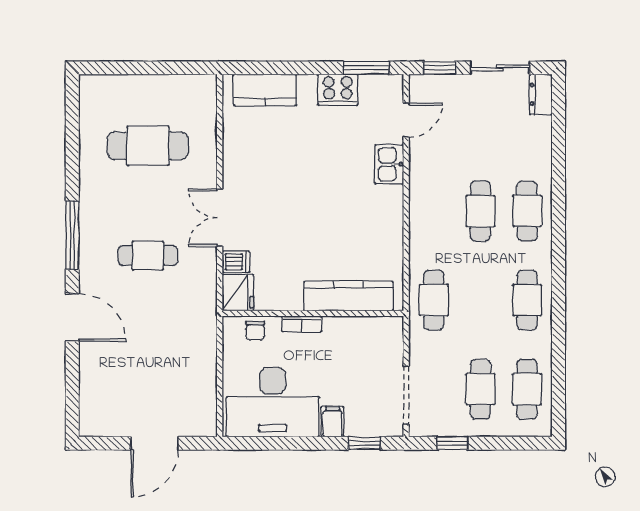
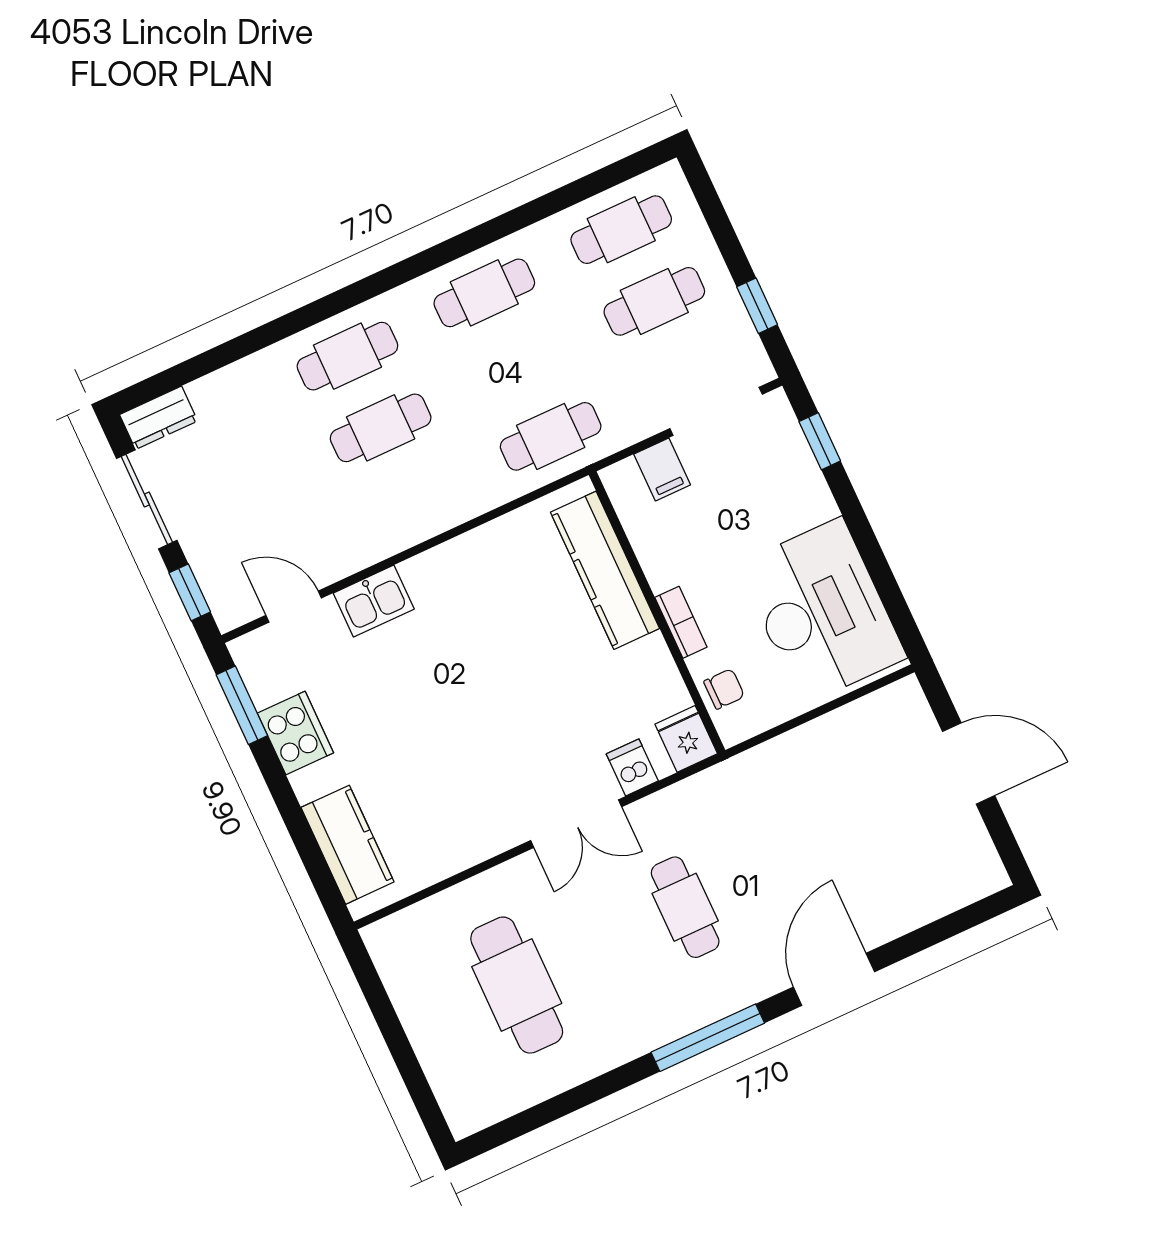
fridge: (238, 293) -> (686, 739), width x0.72
filing cabinet: (332, 422) -> (662, 469), moved, turned -90

